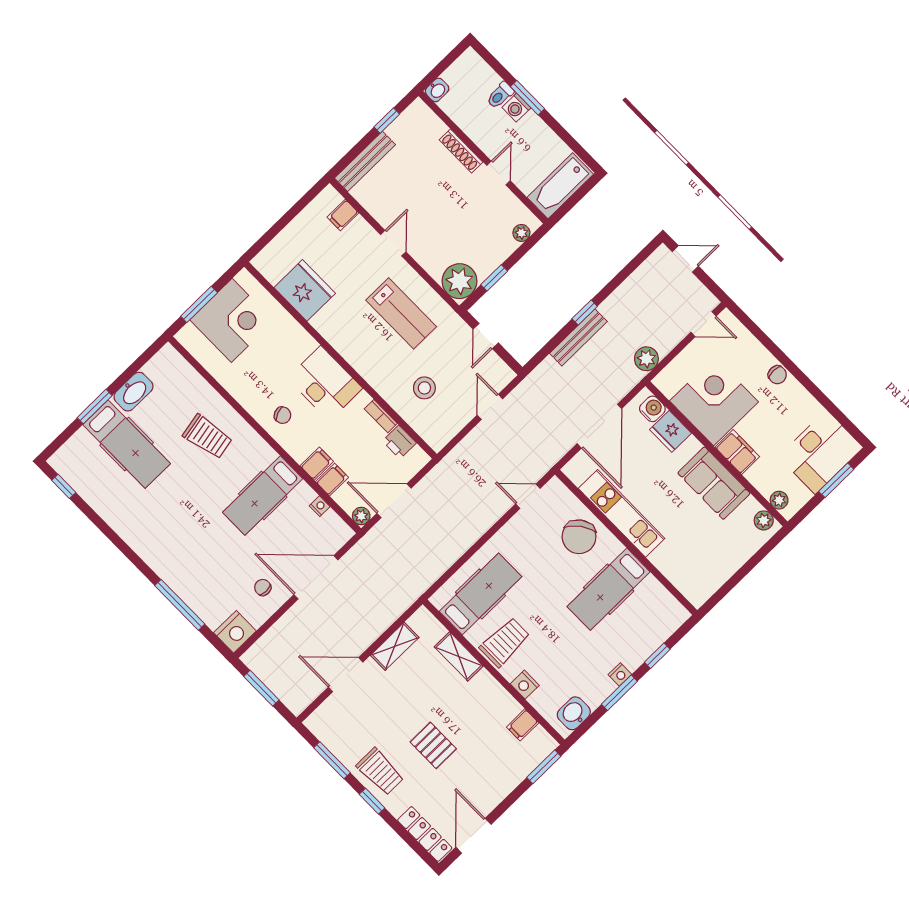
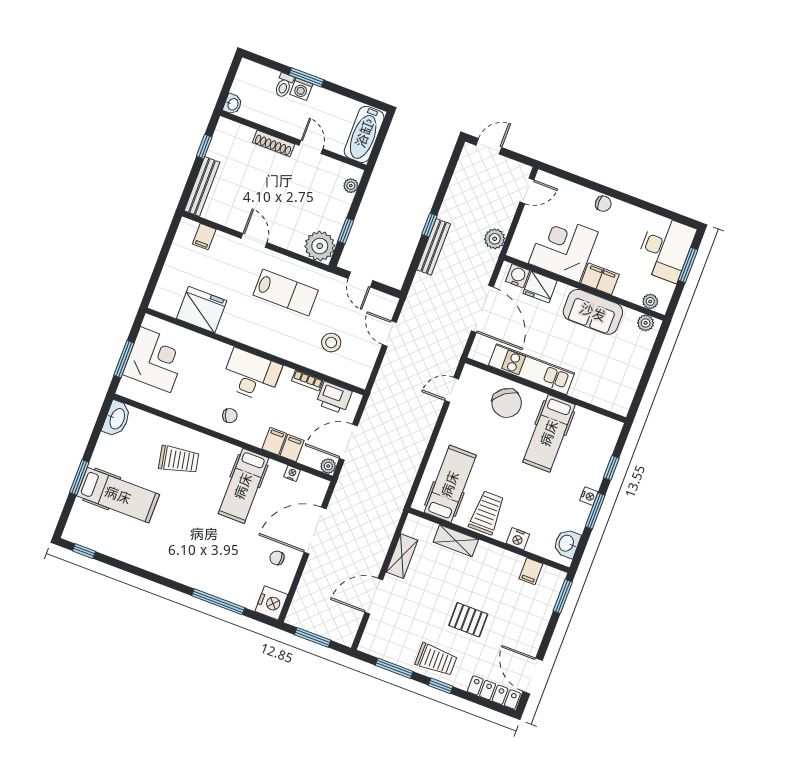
washbasin: (133, 392) -> (117, 419), moved
printer: (399, 442) -> (334, 398), width x1.36, depth x1.24

